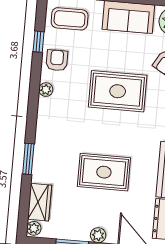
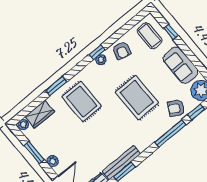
window: (39, 42) -> (97, 52), moved
armchair: (57, 60) -> (122, 50), turned 105
rug: (104, 172) -> (82, 101), moved

